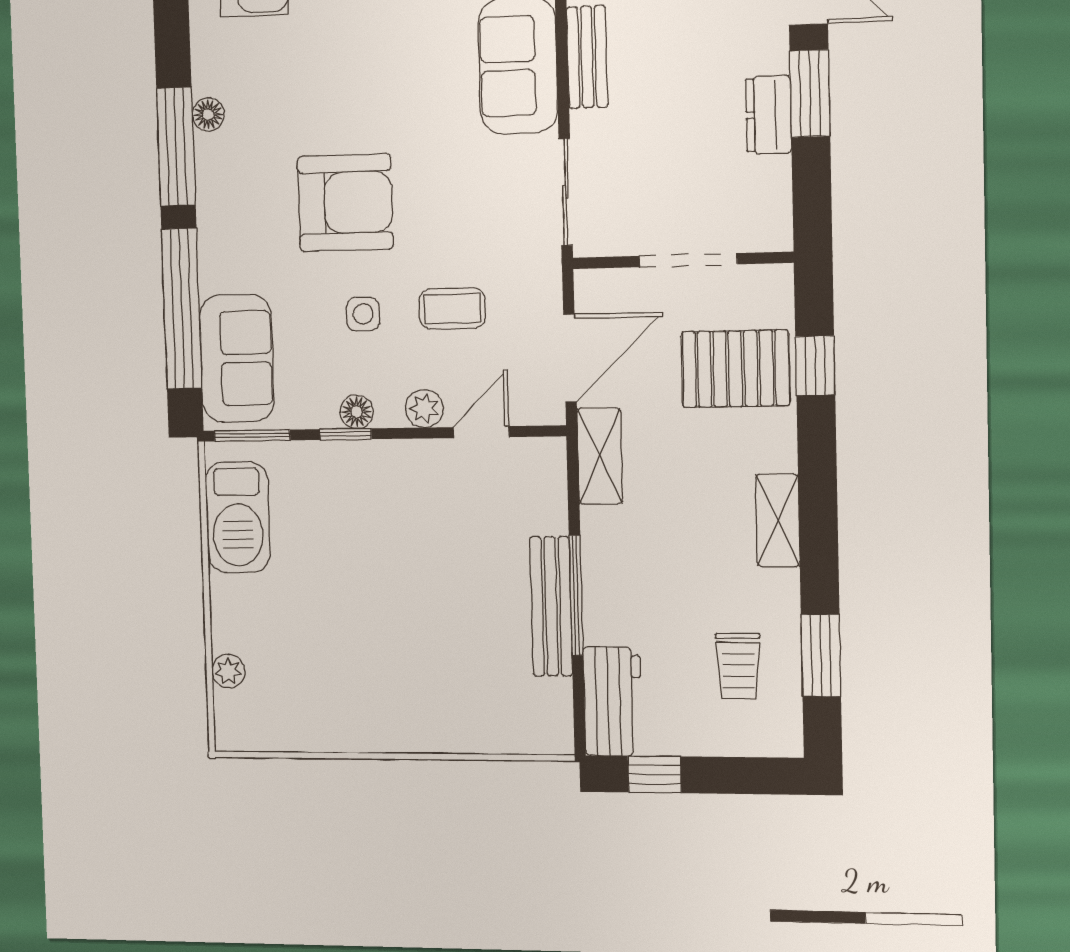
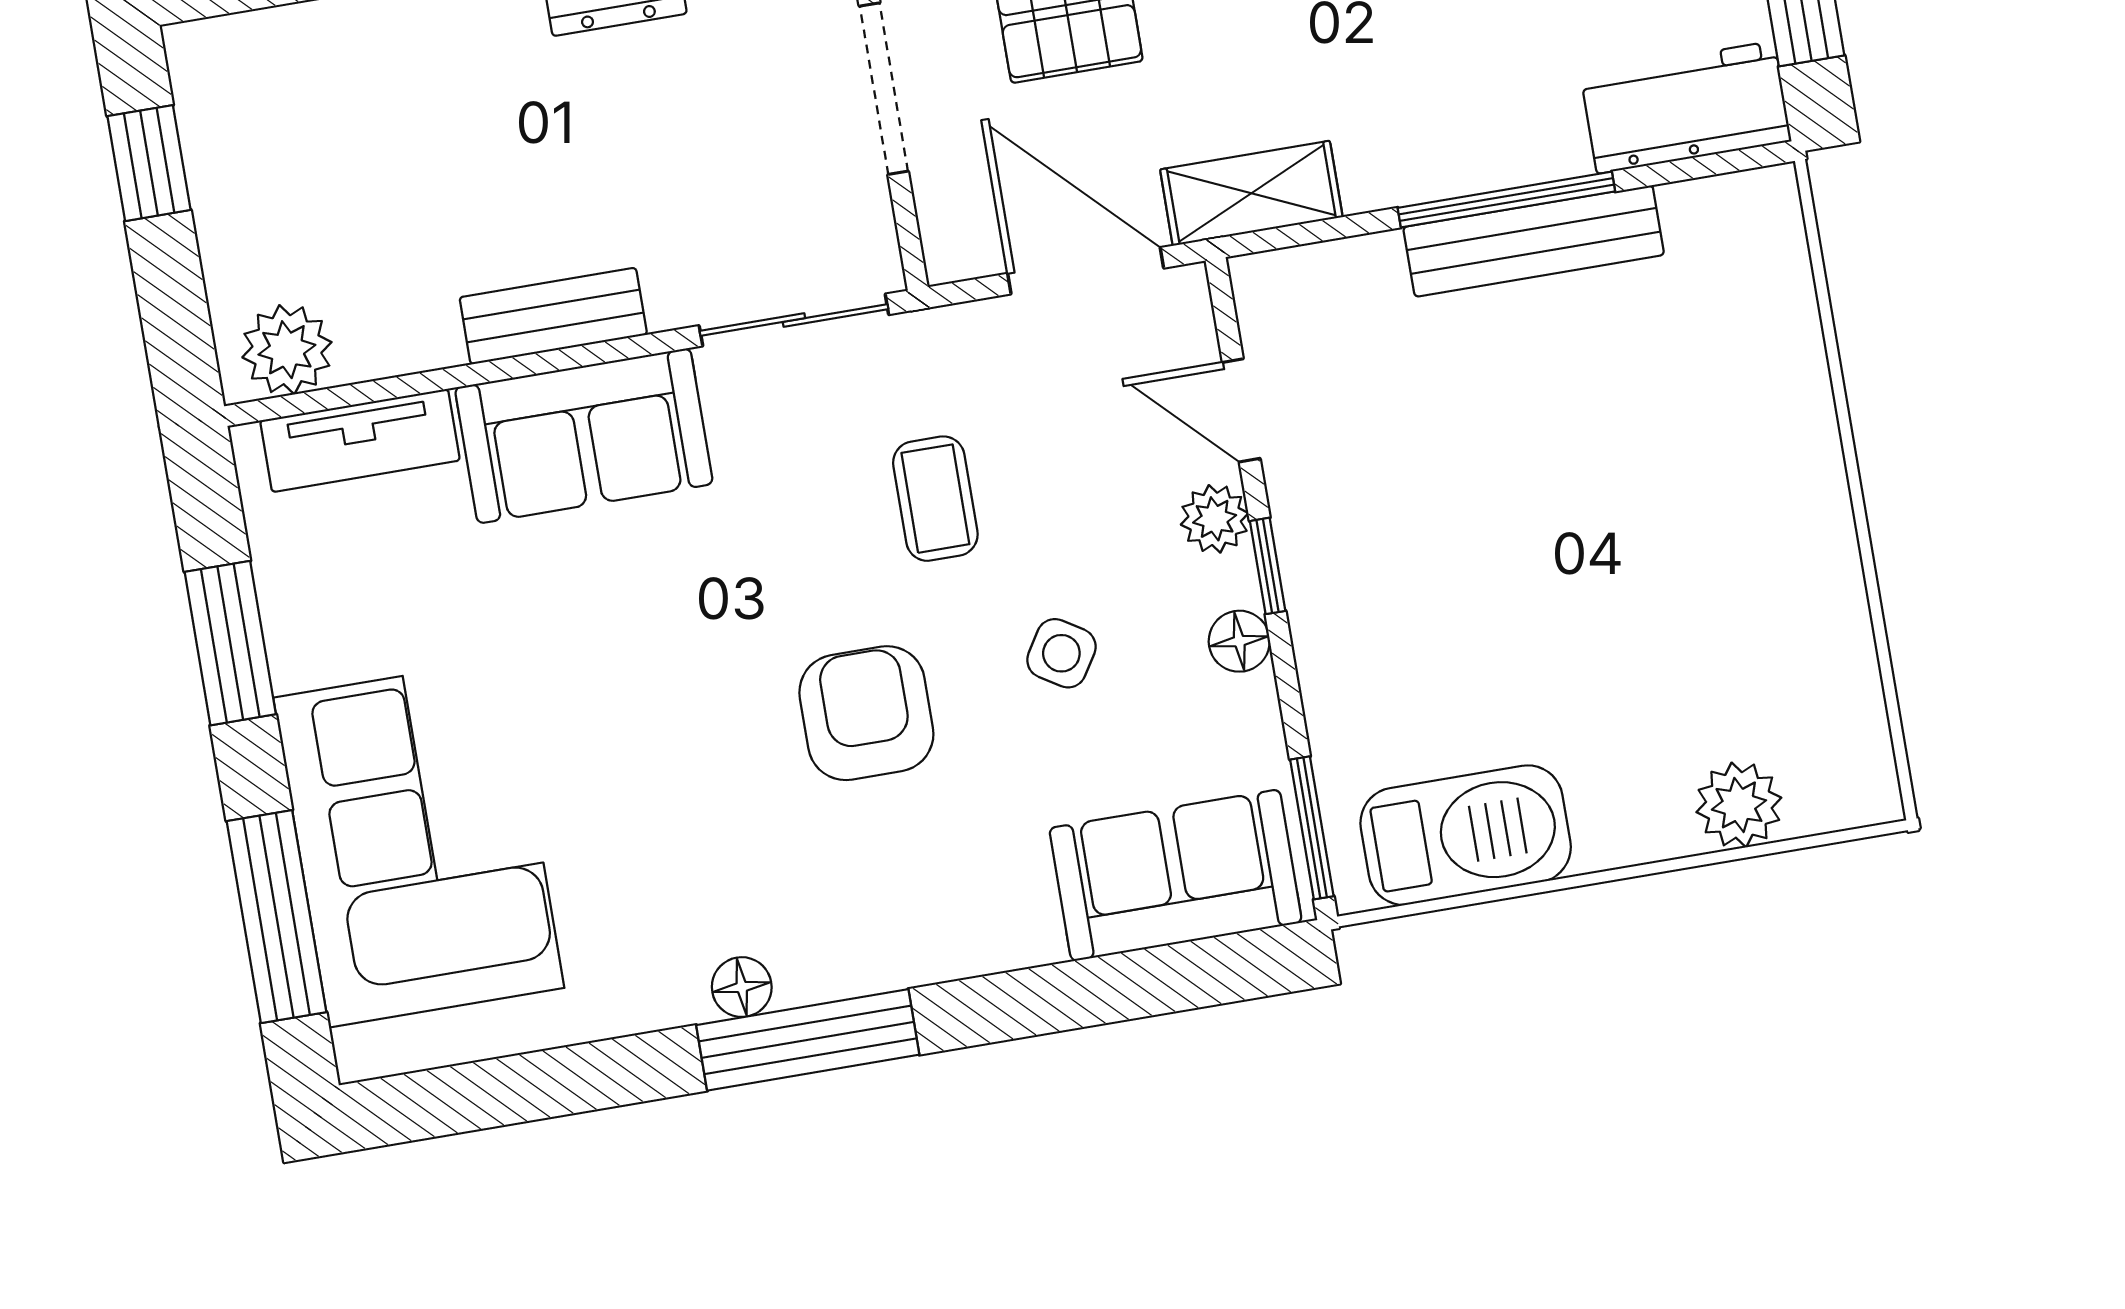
armchair: (345, 203) -> (866, 713), width x0.73, depth x0.73
window: (182, 309) -> (1100, 990), removed
coffee table: (452, 309) -> (935, 499), moved
side table: (363, 314) -> (1061, 653), turned 32
window: (346, 434) -> (1268, 566), moved
plant: (228, 671) -> (1739, 805), width x1.38, depth x1.38

